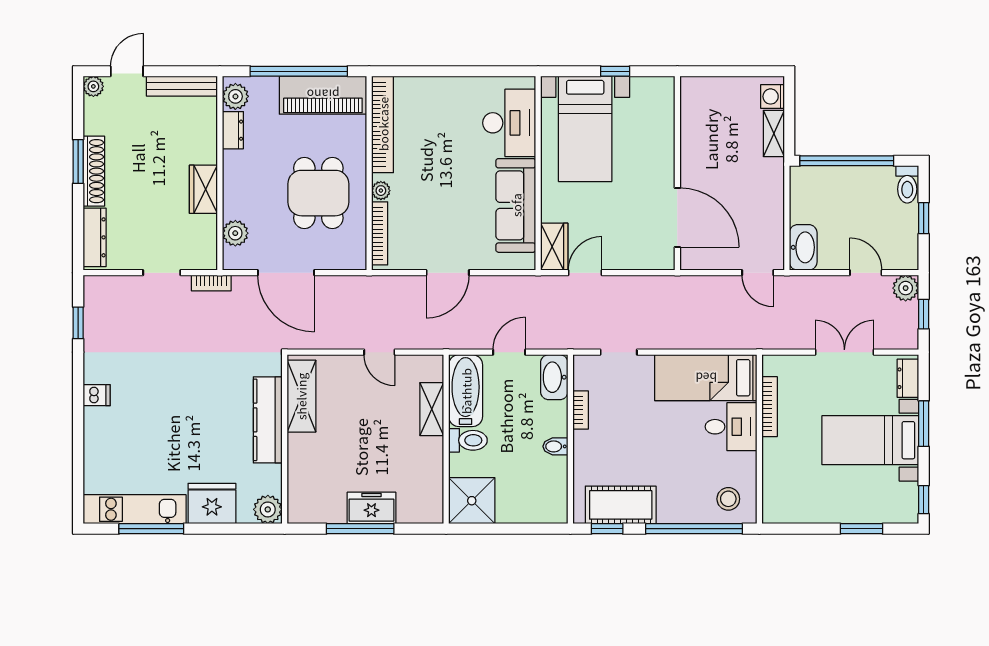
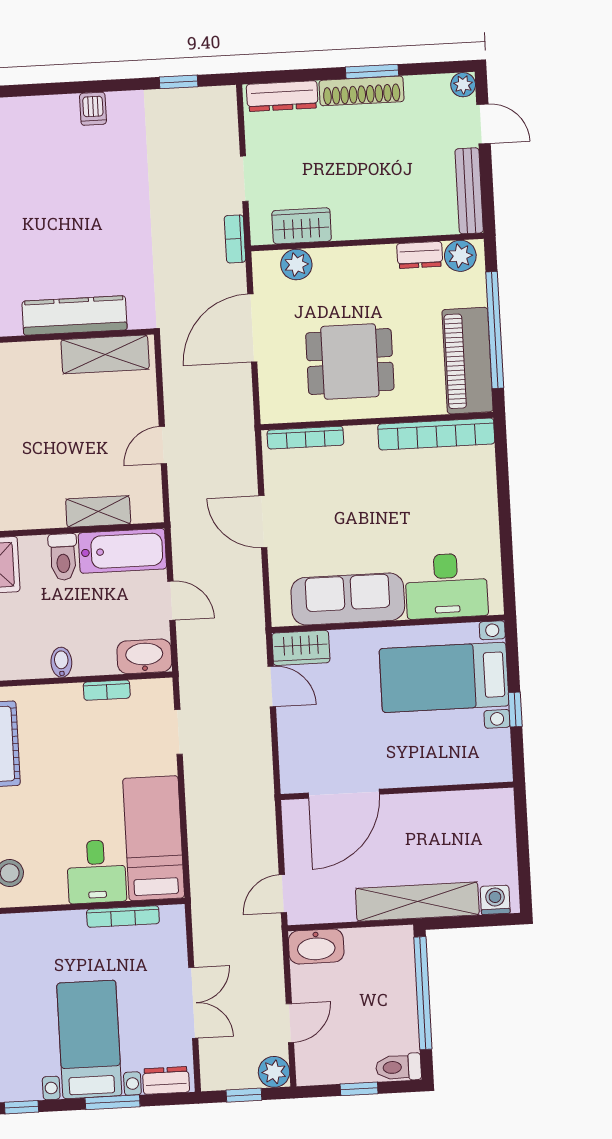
shelving: (774, 133) -> (417, 902), width x2.20, depth x1.33
wardrobe: (203, 189) -> (302, 226), moved
plant: (381, 191) -> (357, 436), removed

